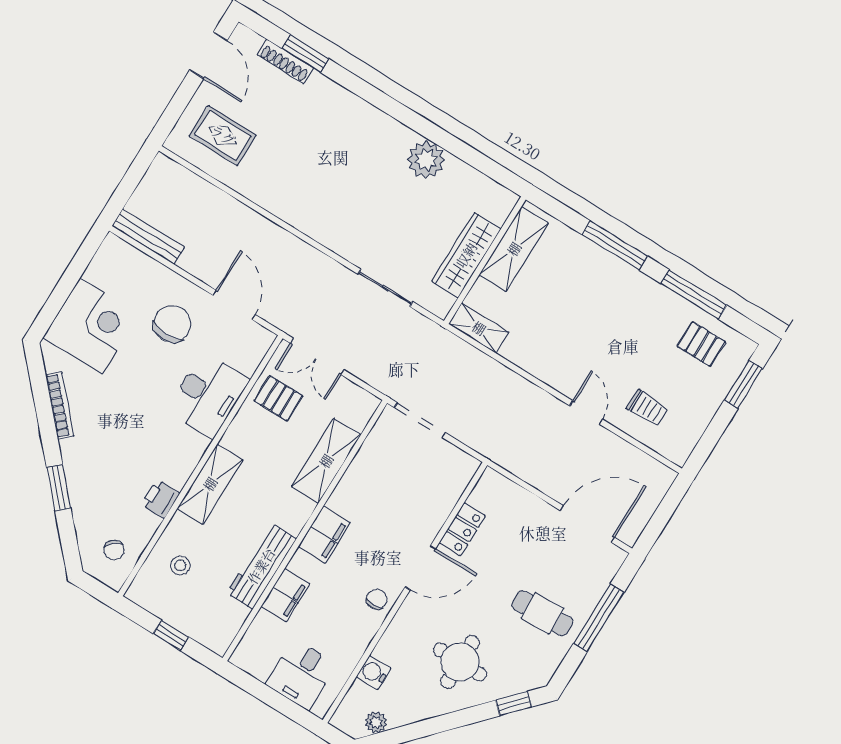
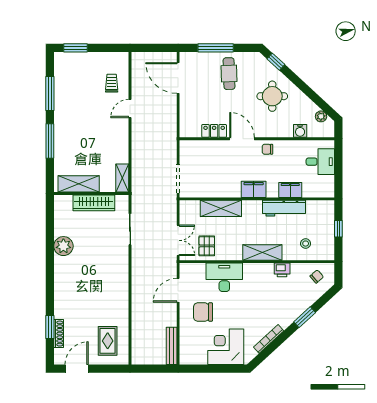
pallet: (701, 344) -> (69, 77), removed

